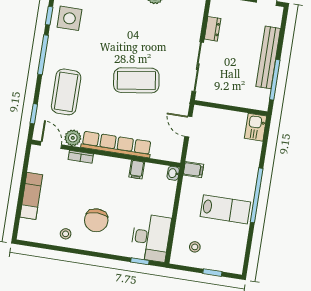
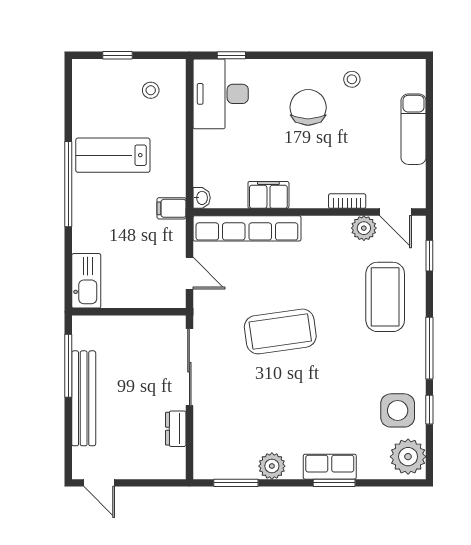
kitchen sink: (256, 127) -> (86, 281), width x1.38
row of seats: (116, 145) -> (247, 228), moved
filing cabinet: (137, 170) -> (268, 195), width x2.00

